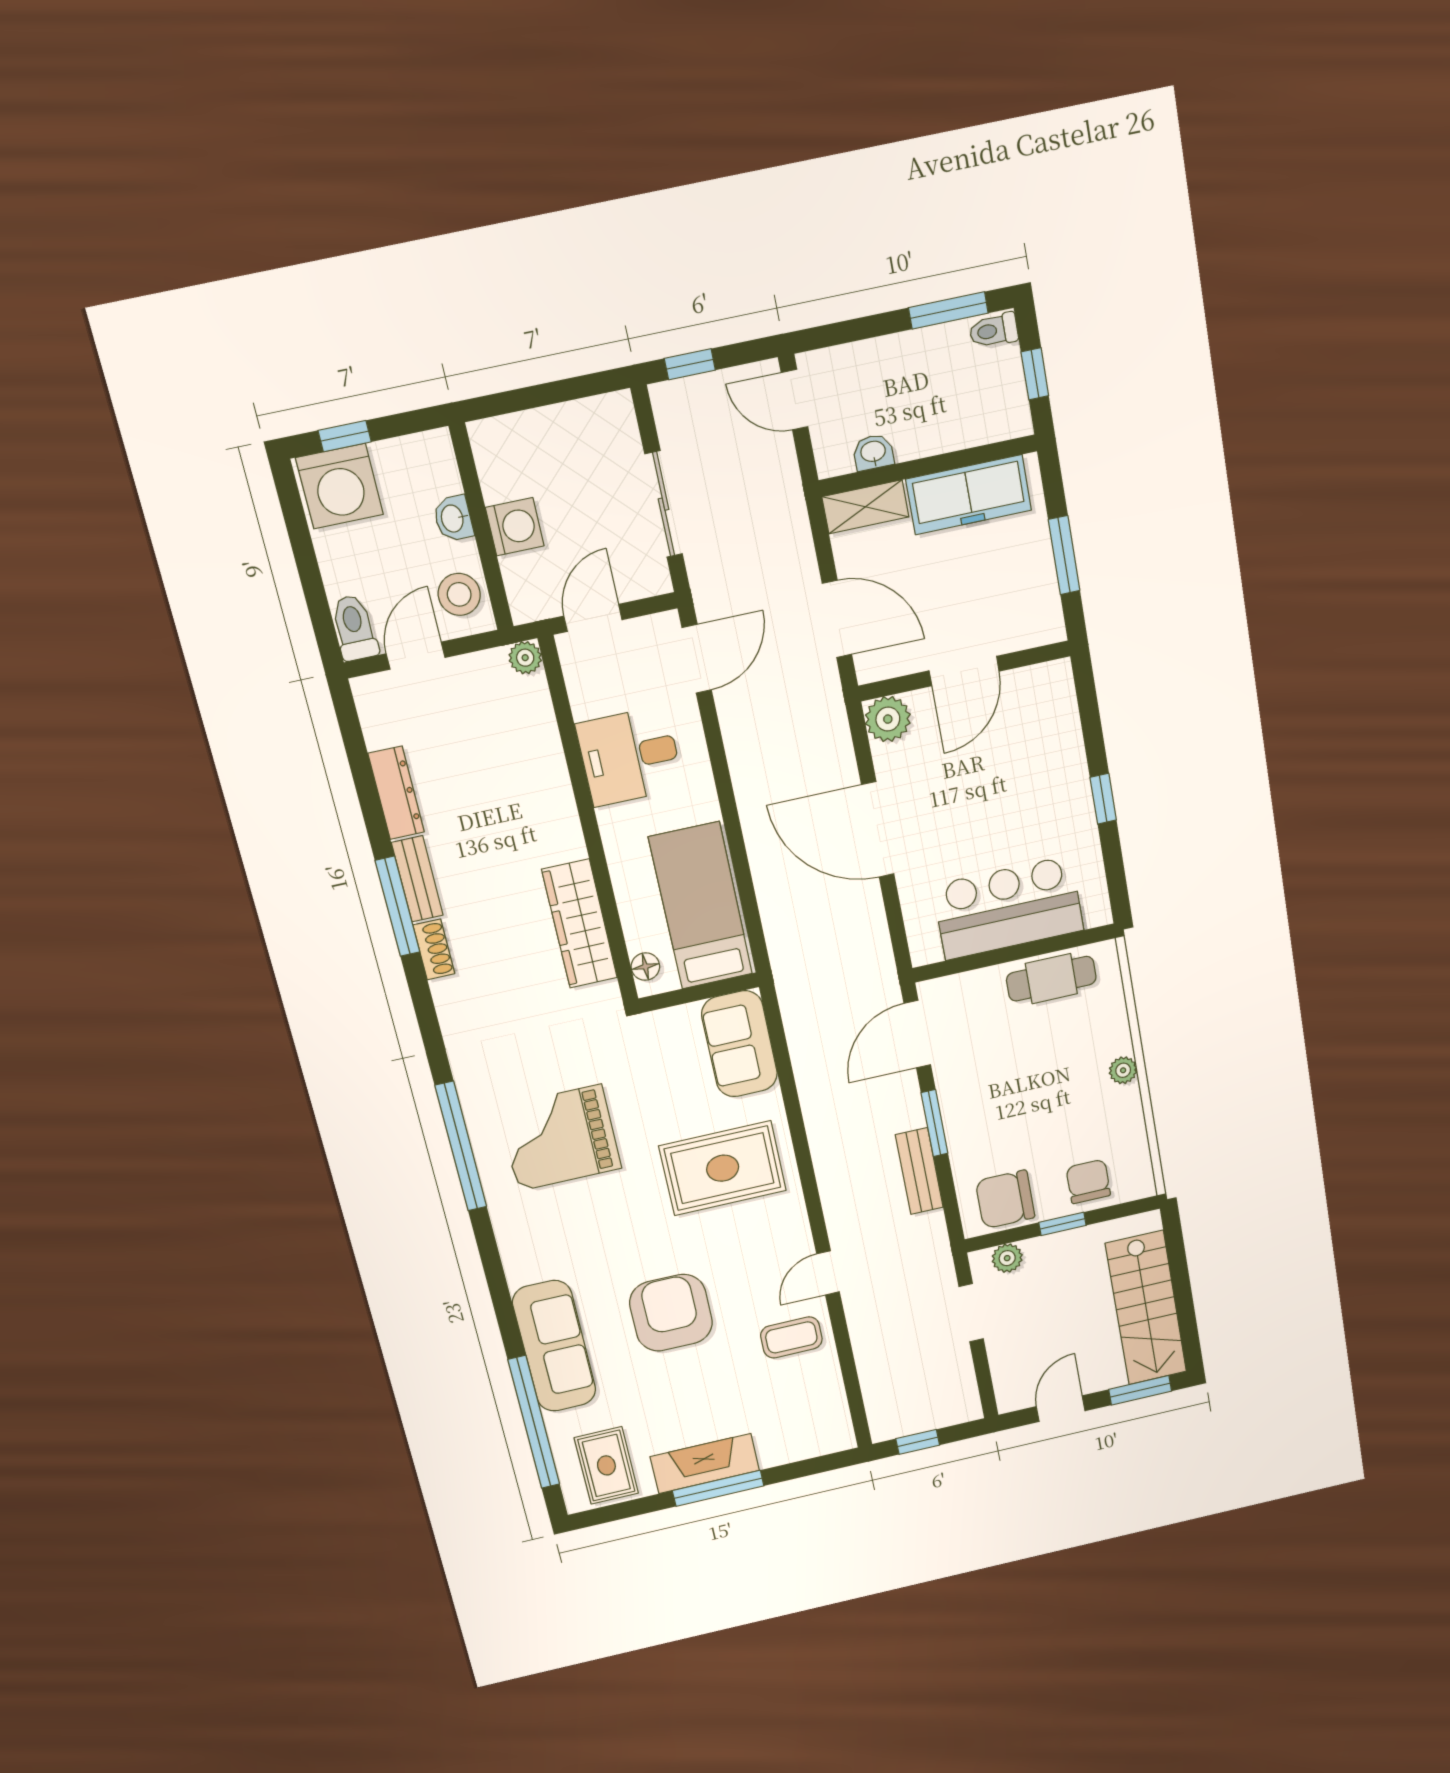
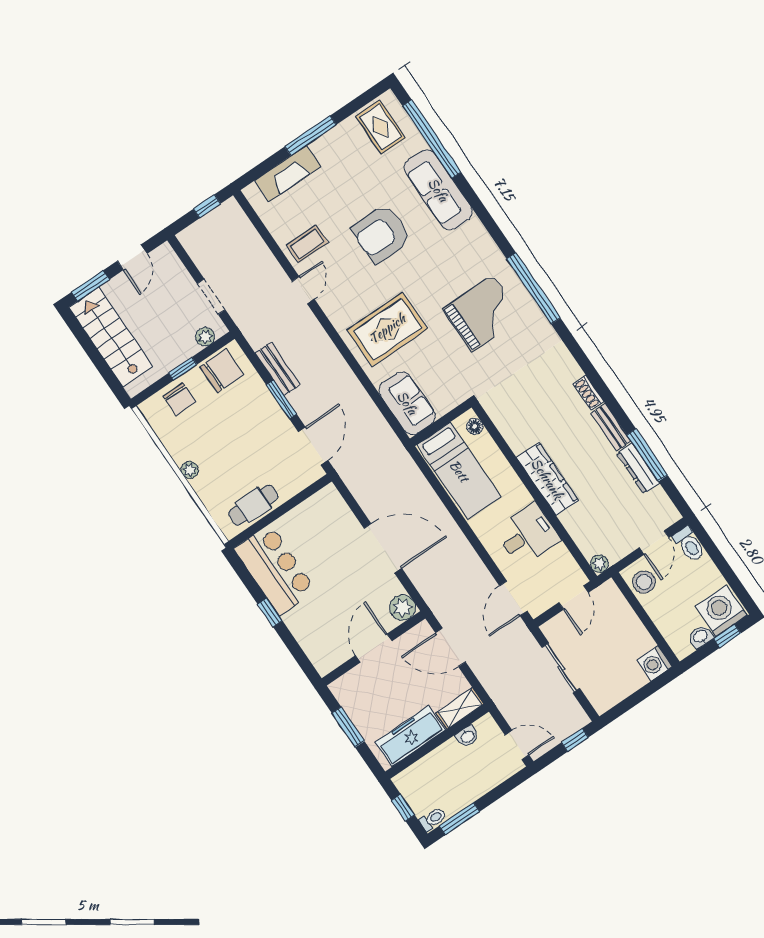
washbasin: (453, 518) -> (701, 637), moved, turned -90
washing machine: (515, 527) -> (655, 663), moved
window: (397, 906) -> (647, 455), moved
bar counter: (1008, 908) -> (275, 570), moved, turned -90
wardrobe: (580, 924) -> (547, 479), moved
armchair: (671, 1313) -> (381, 234), turned 90
fireplace: (705, 1464) -> (288, 173), moved

